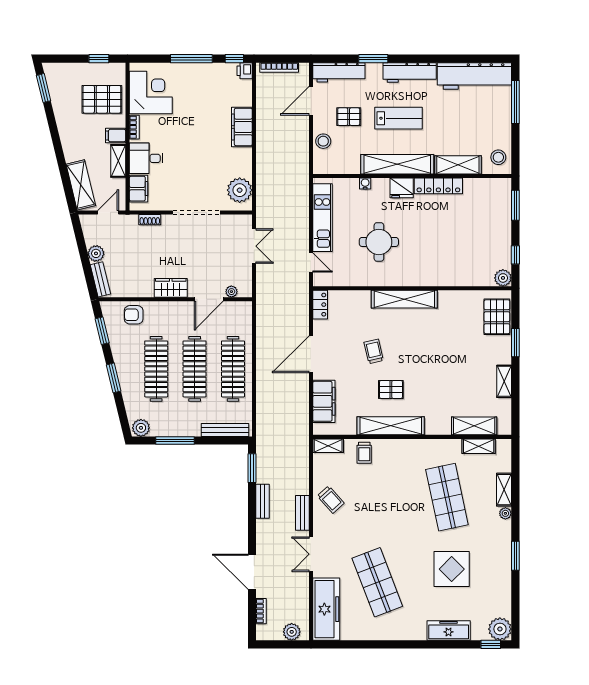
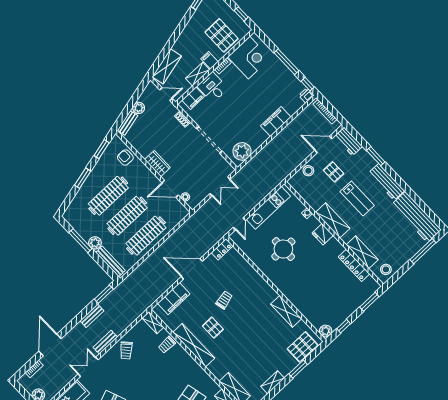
workbench: (339, 72) -> (348, 141), width x0.73
shelving: (397, 164) -> (333, 220), width x0.68
locker: (438, 186) -> (354, 265), moved
shelving: (404, 299) -> (286, 311), moved, width x0.68
plant: (141, 428) -> (95, 243), moved

